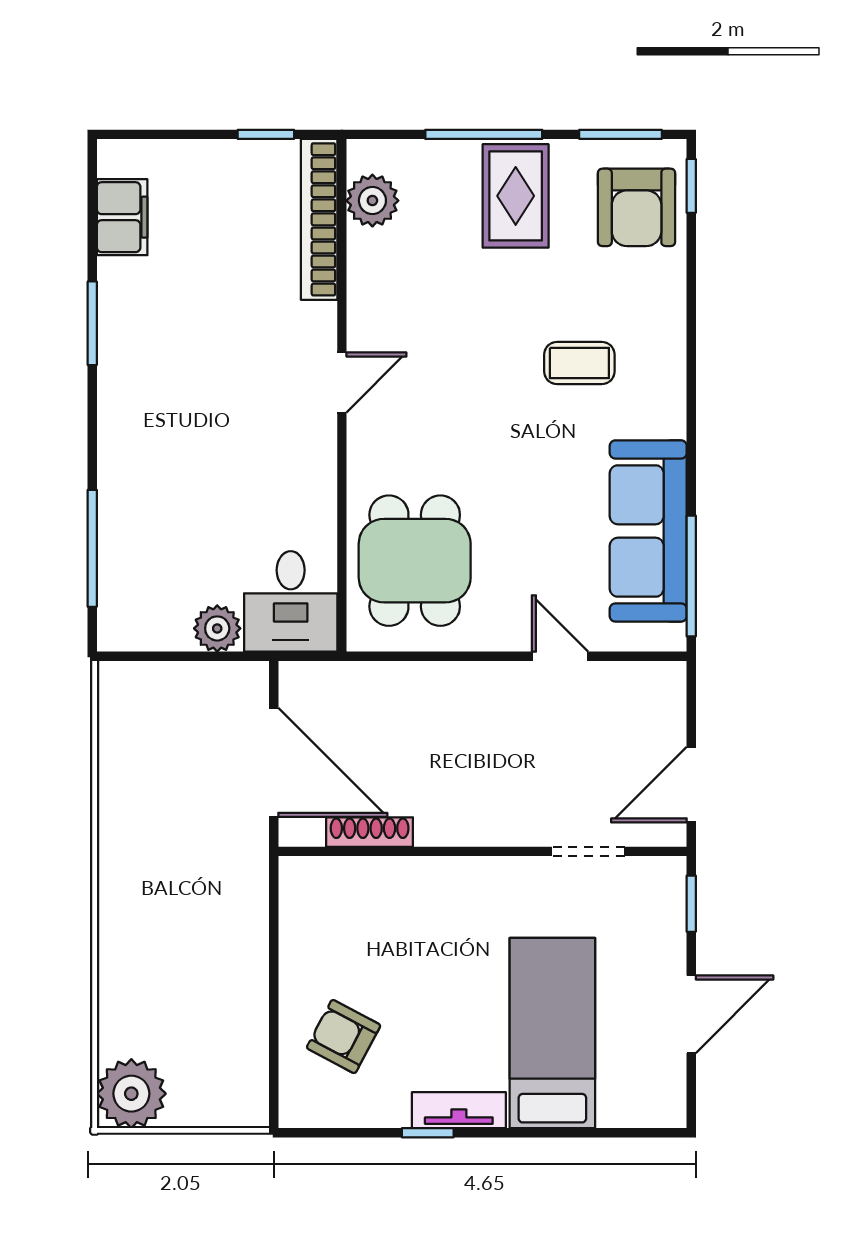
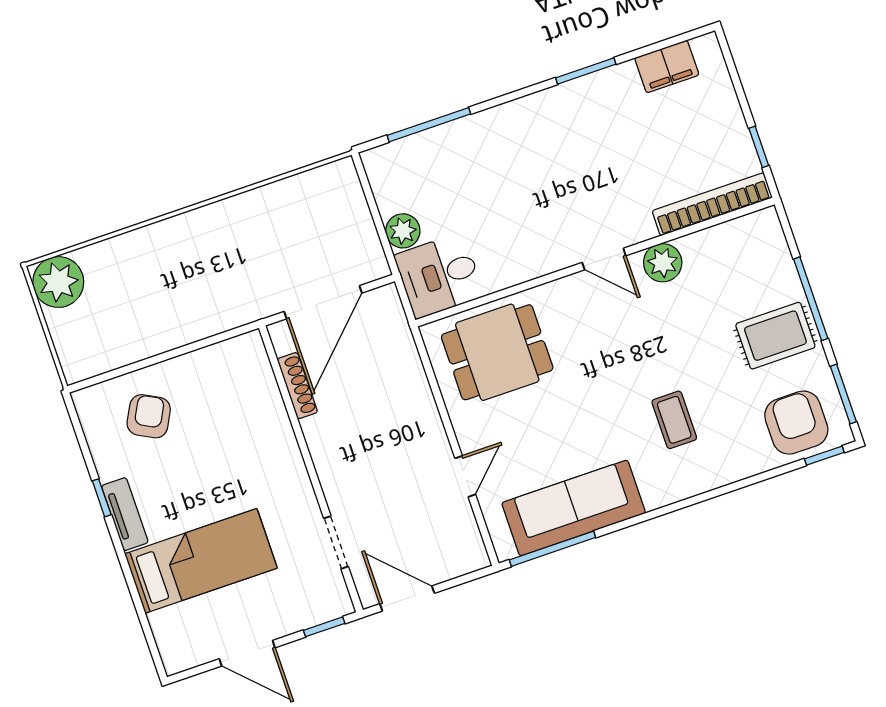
plant: (372, 201) -> (663, 263), moved
armchair: (637, 207) -> (796, 423), turned 90

